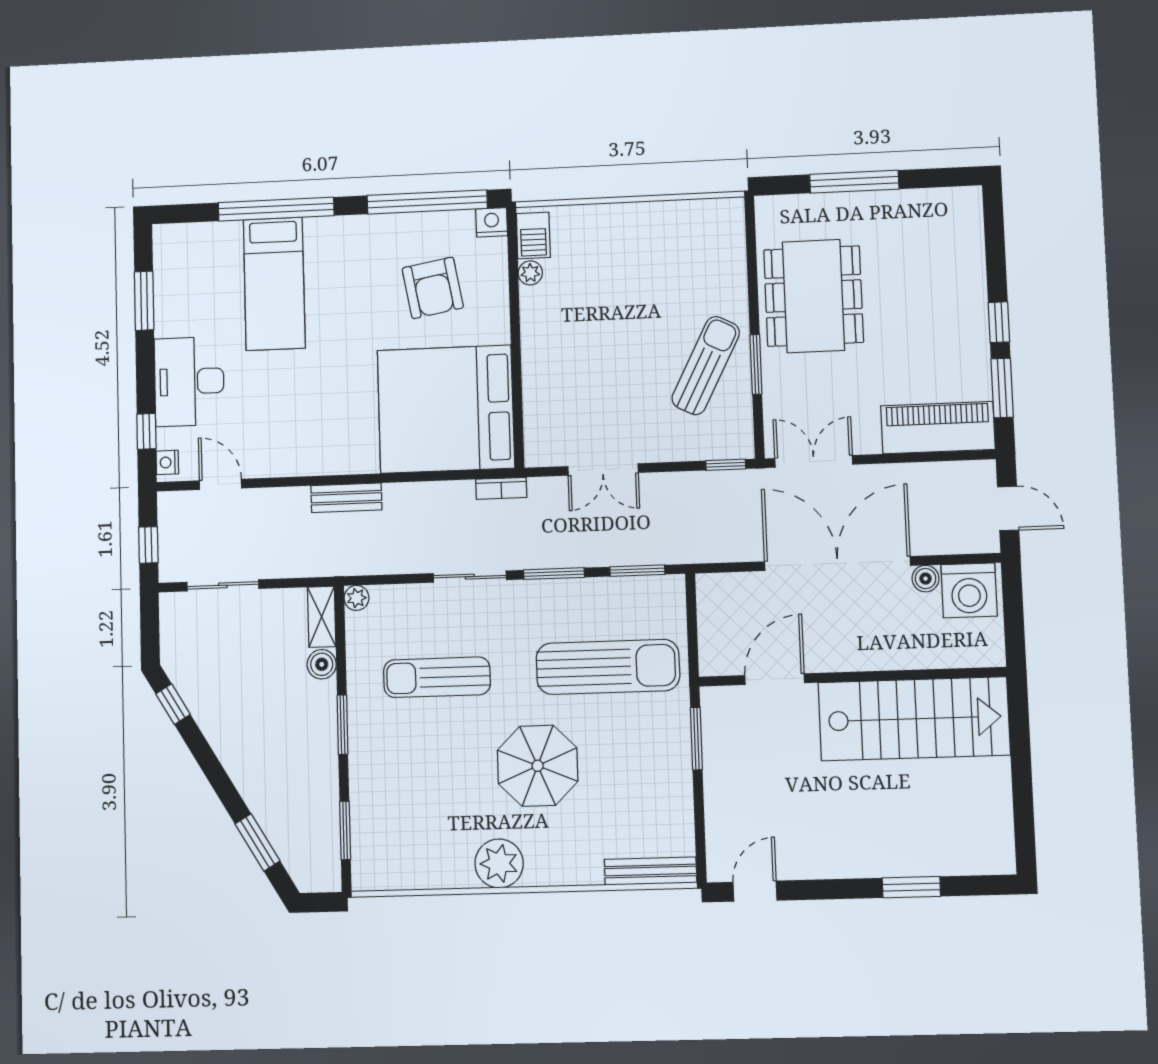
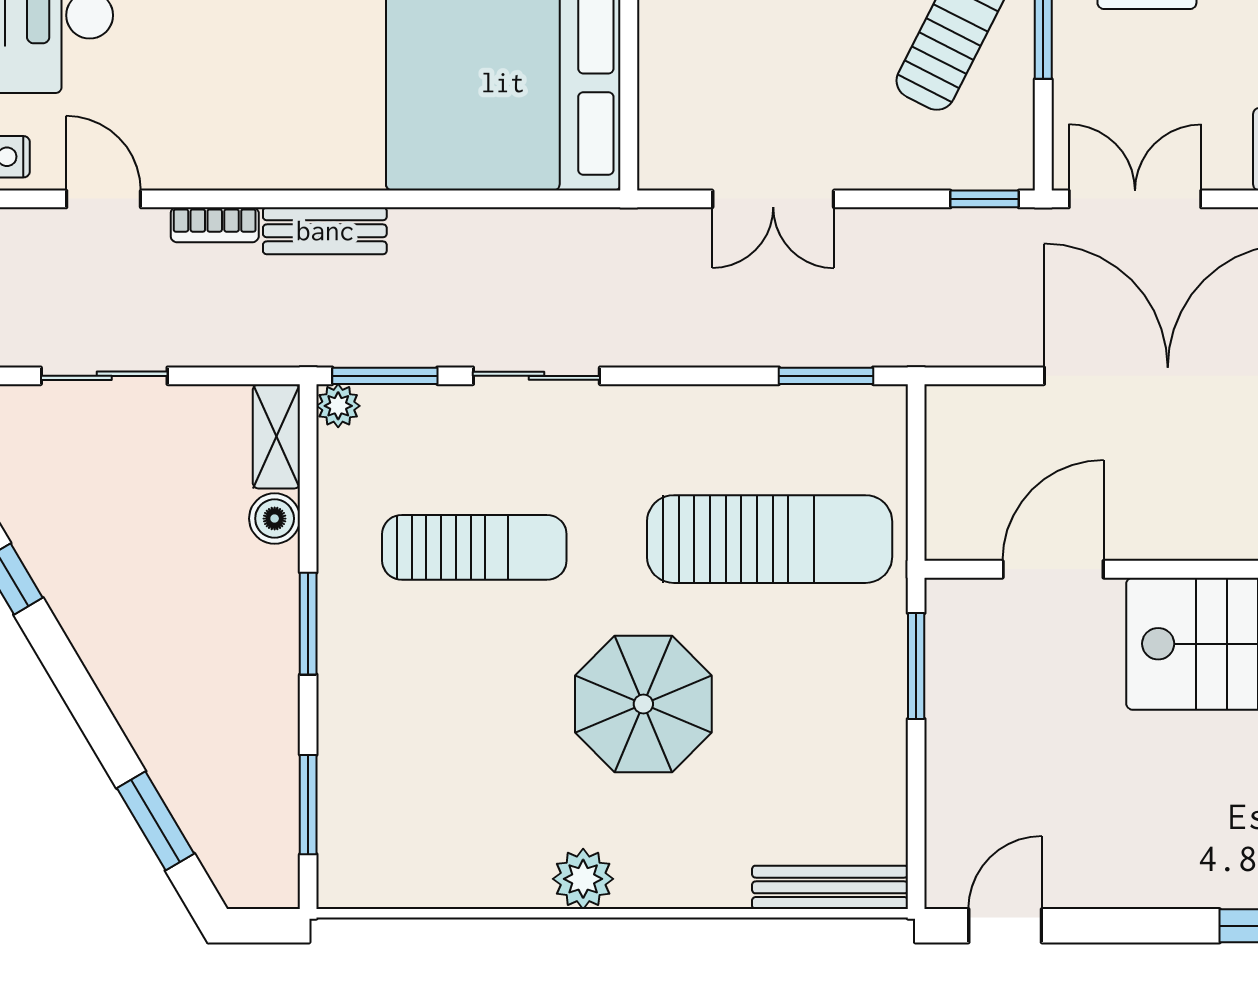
bookcase: (501, 488) -> (215, 225), moved
window: (554, 574) -> (385, 376), moved
sun lounger: (437, 677) -> (474, 547), turned 180
plant: (499, 863) -> (583, 879), width x0.73, depth x0.73

